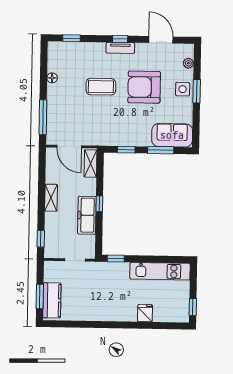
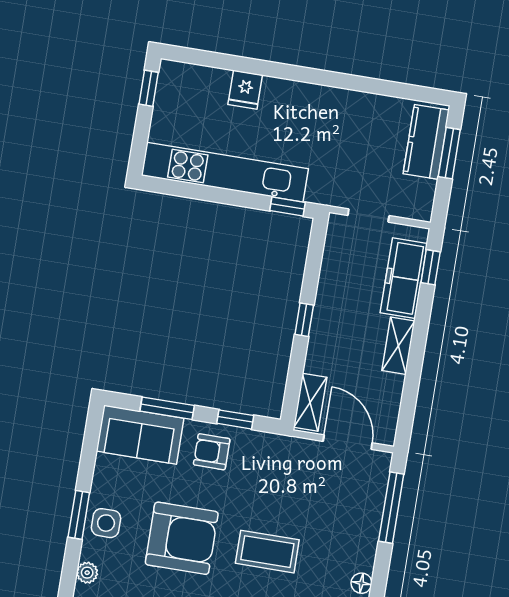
armchair: (136, 132) -> (212, 452), added
freezer: (87, 215) -> (404, 278), moved, turned 180
kitchen unit: (160, 271) -> (225, 172), width x1.36

